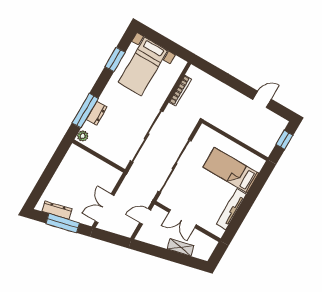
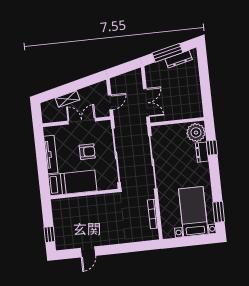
window: (115, 59) -> (219, 212), moved
window: (85, 111) -> (212, 148), width x0.46
plant: (83, 136) -> (196, 133), width x1.88, depth x1.88
wall: (235, 140) -> (84, 194), moved
armchair: (198, 188) -> (87, 152), added
double door: (104, 208) -> (146, 103), moved

